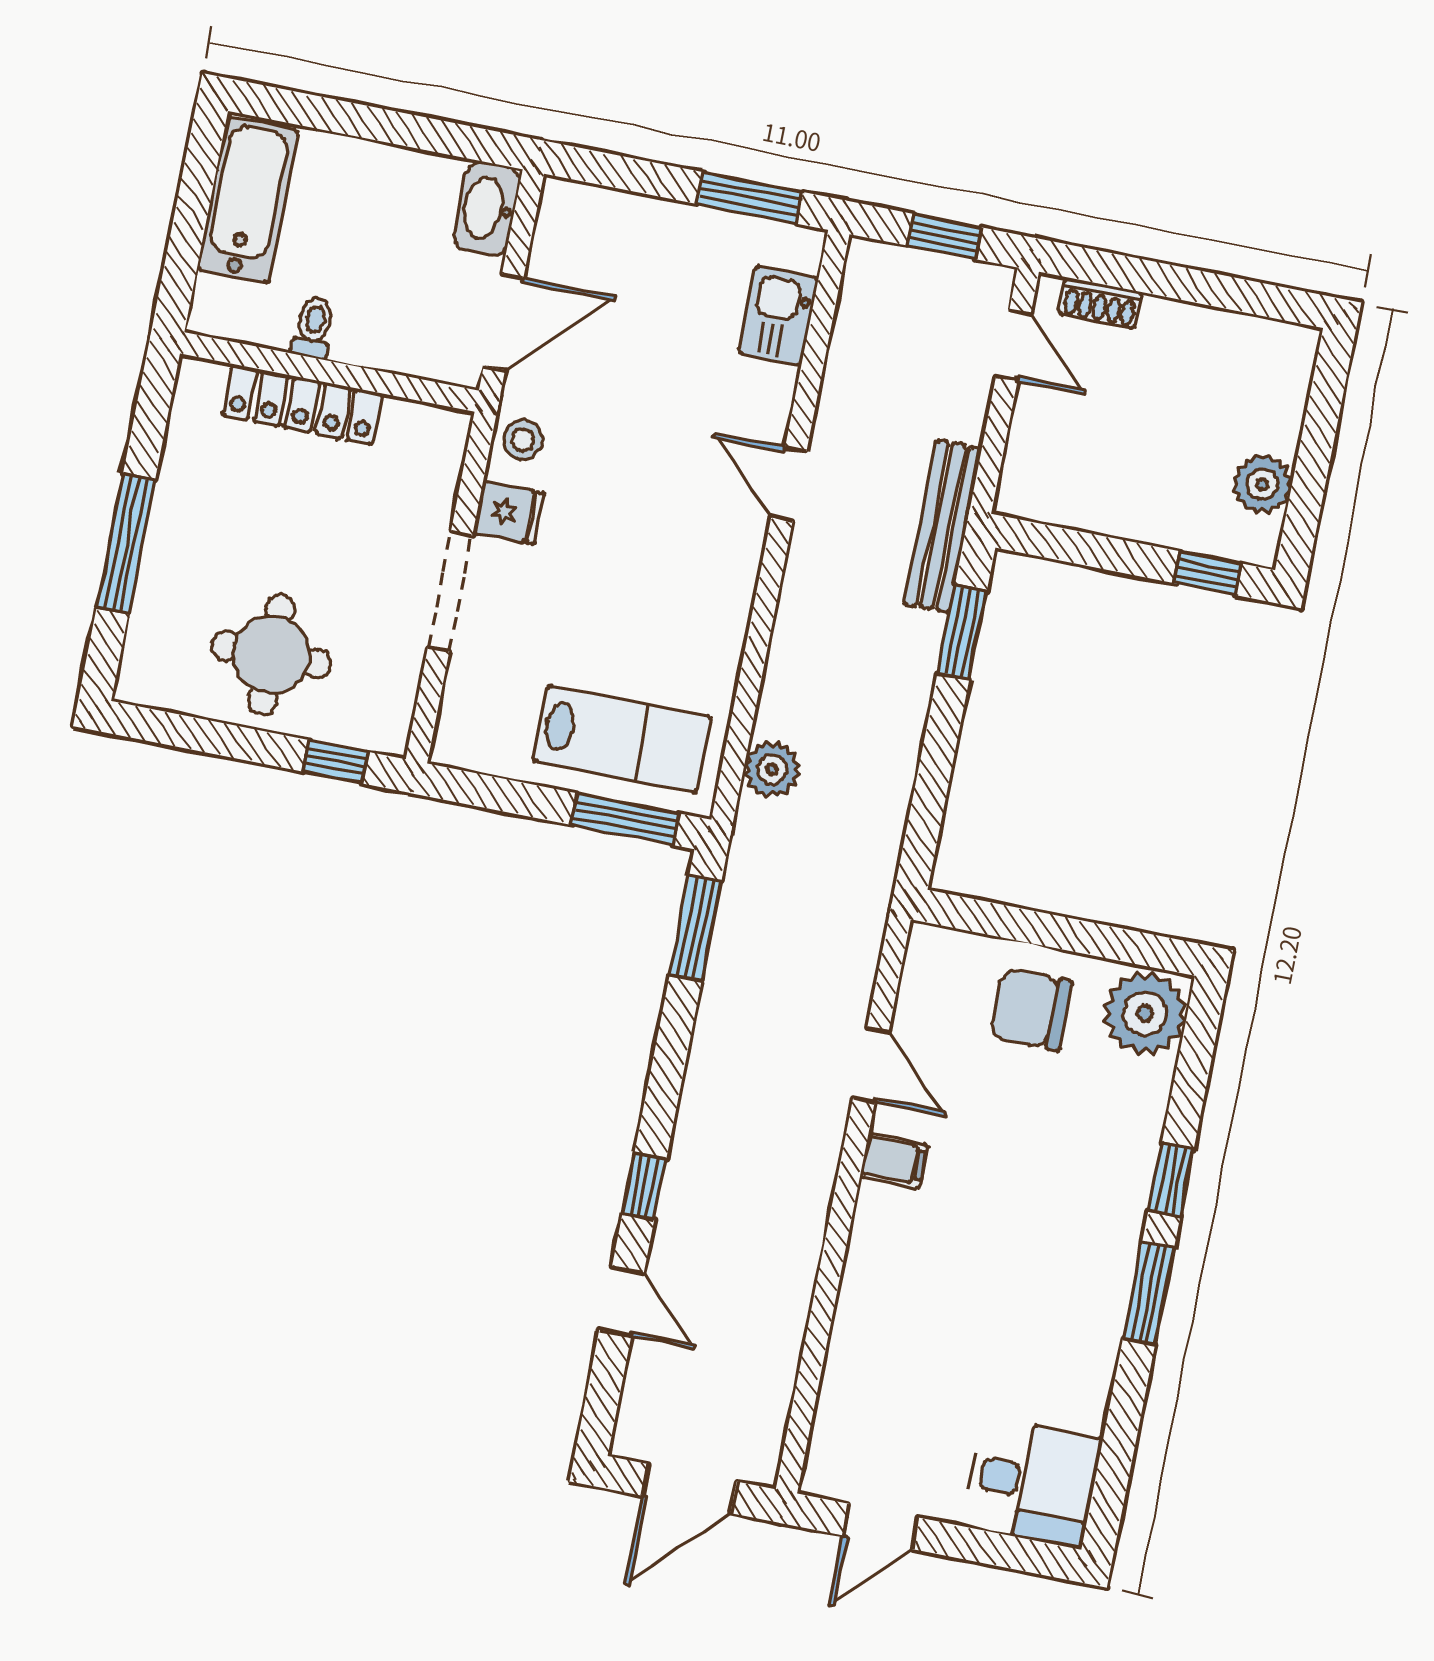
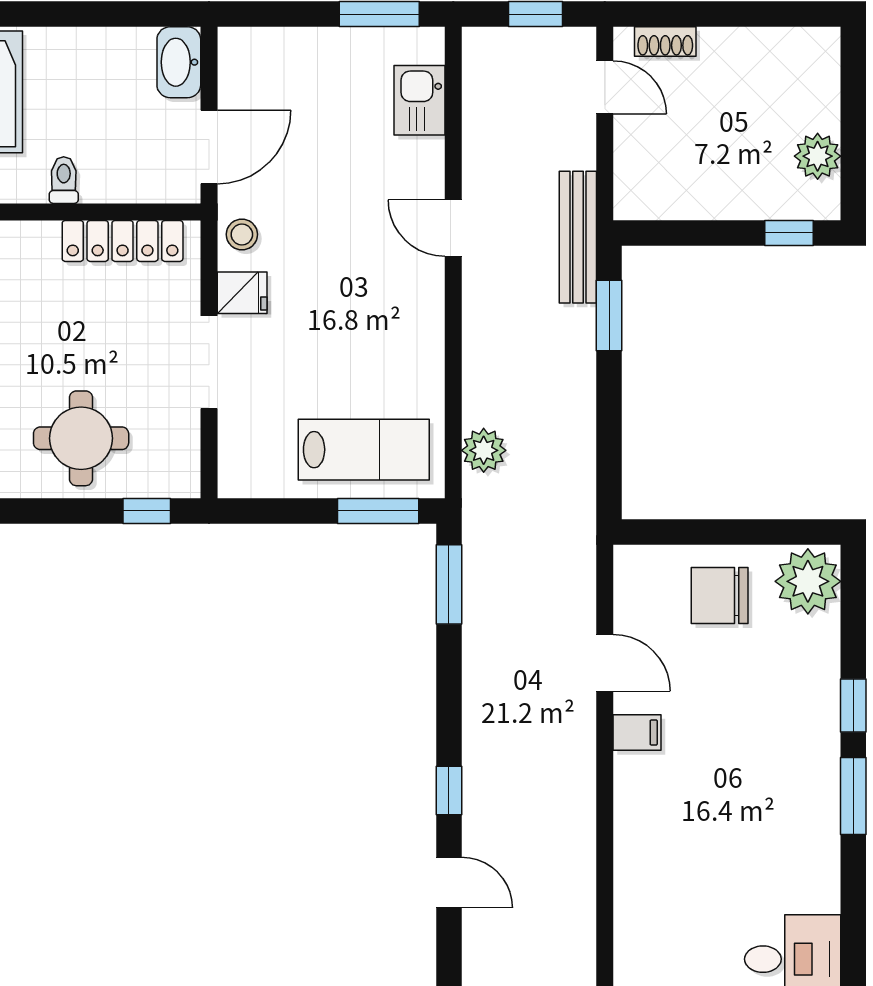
locker: (302, 404) -> (123, 241), moved

